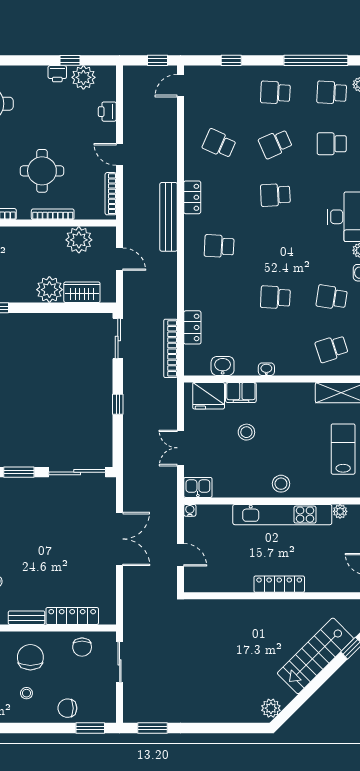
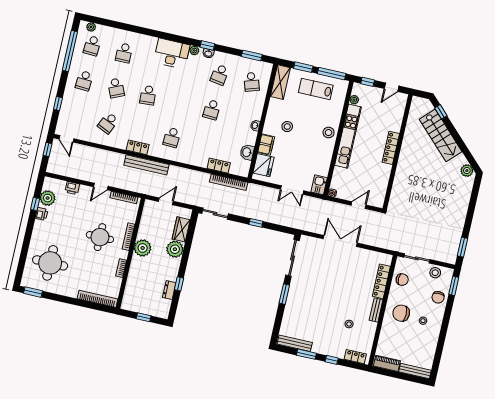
plant: (79, 240) -> (143, 248), moved
stool: (246, 432) -> (287, 127), moved
stool: (104, 695) -> (435, 273), added

